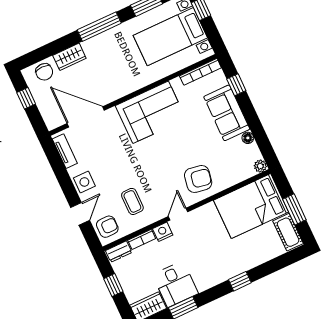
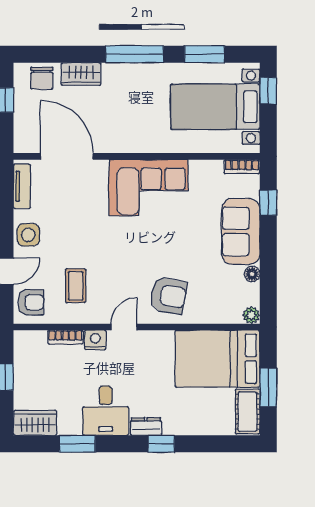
bookcase: (200, 72) -> (242, 167), width x0.64
dresser: (119, 252) -> (146, 427), moved, turned 180
desk: (175, 284) -> (106, 411), moved

